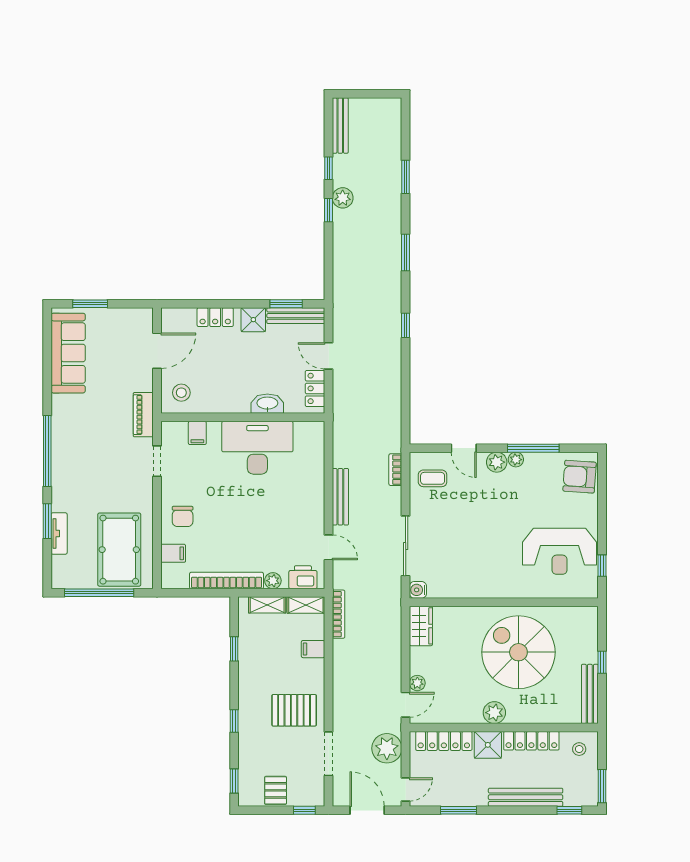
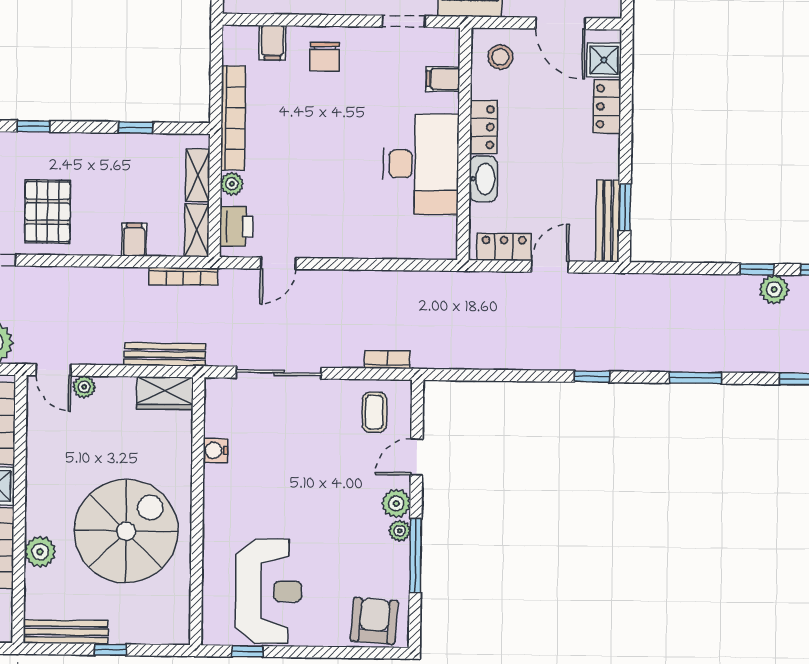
shower: (253, 320) -> (604, 60), moved
locker: (231, 404) -> (483, 127), added
bench: (340, 497) -> (165, 355), moved
chair: (183, 516) -> (325, 57), turned -90
reception desk: (560, 551) -> (269, 591), turned 180
water cooler: (418, 590) -> (216, 450), moved, turned -90
plant: (494, 713) -> (40, 552), moved

